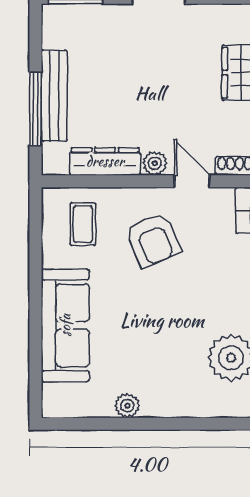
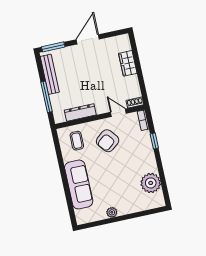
bench: (54, 96) -> (50, 74), moved
plant: (155, 163) -> (101, 109), removed
armchair: (153, 240) -> (108, 141), turned 74

